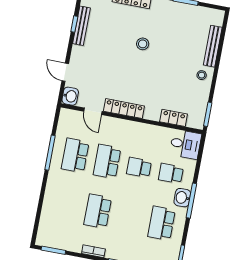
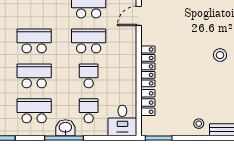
locker: (124, 109) -> (148, 66), moved
school desk: (130, 217) -> (34, 76), added

